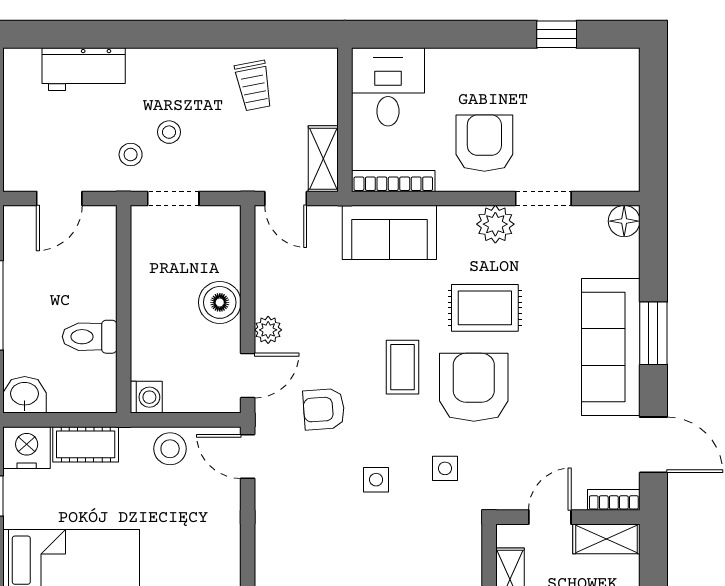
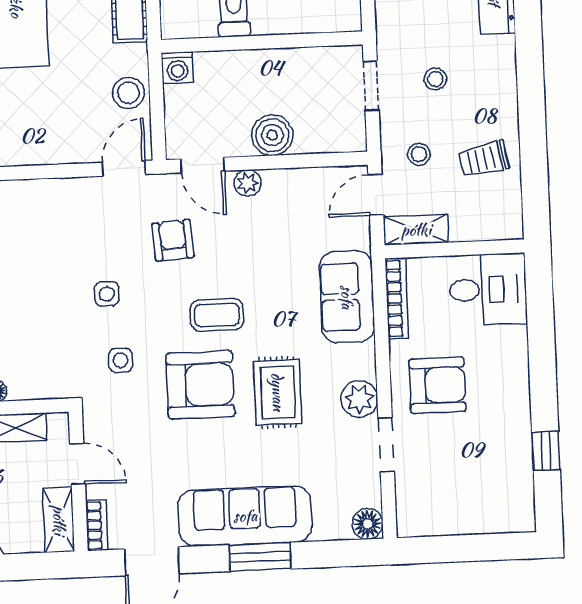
stool: (131, 155) -> (419, 154), moved

